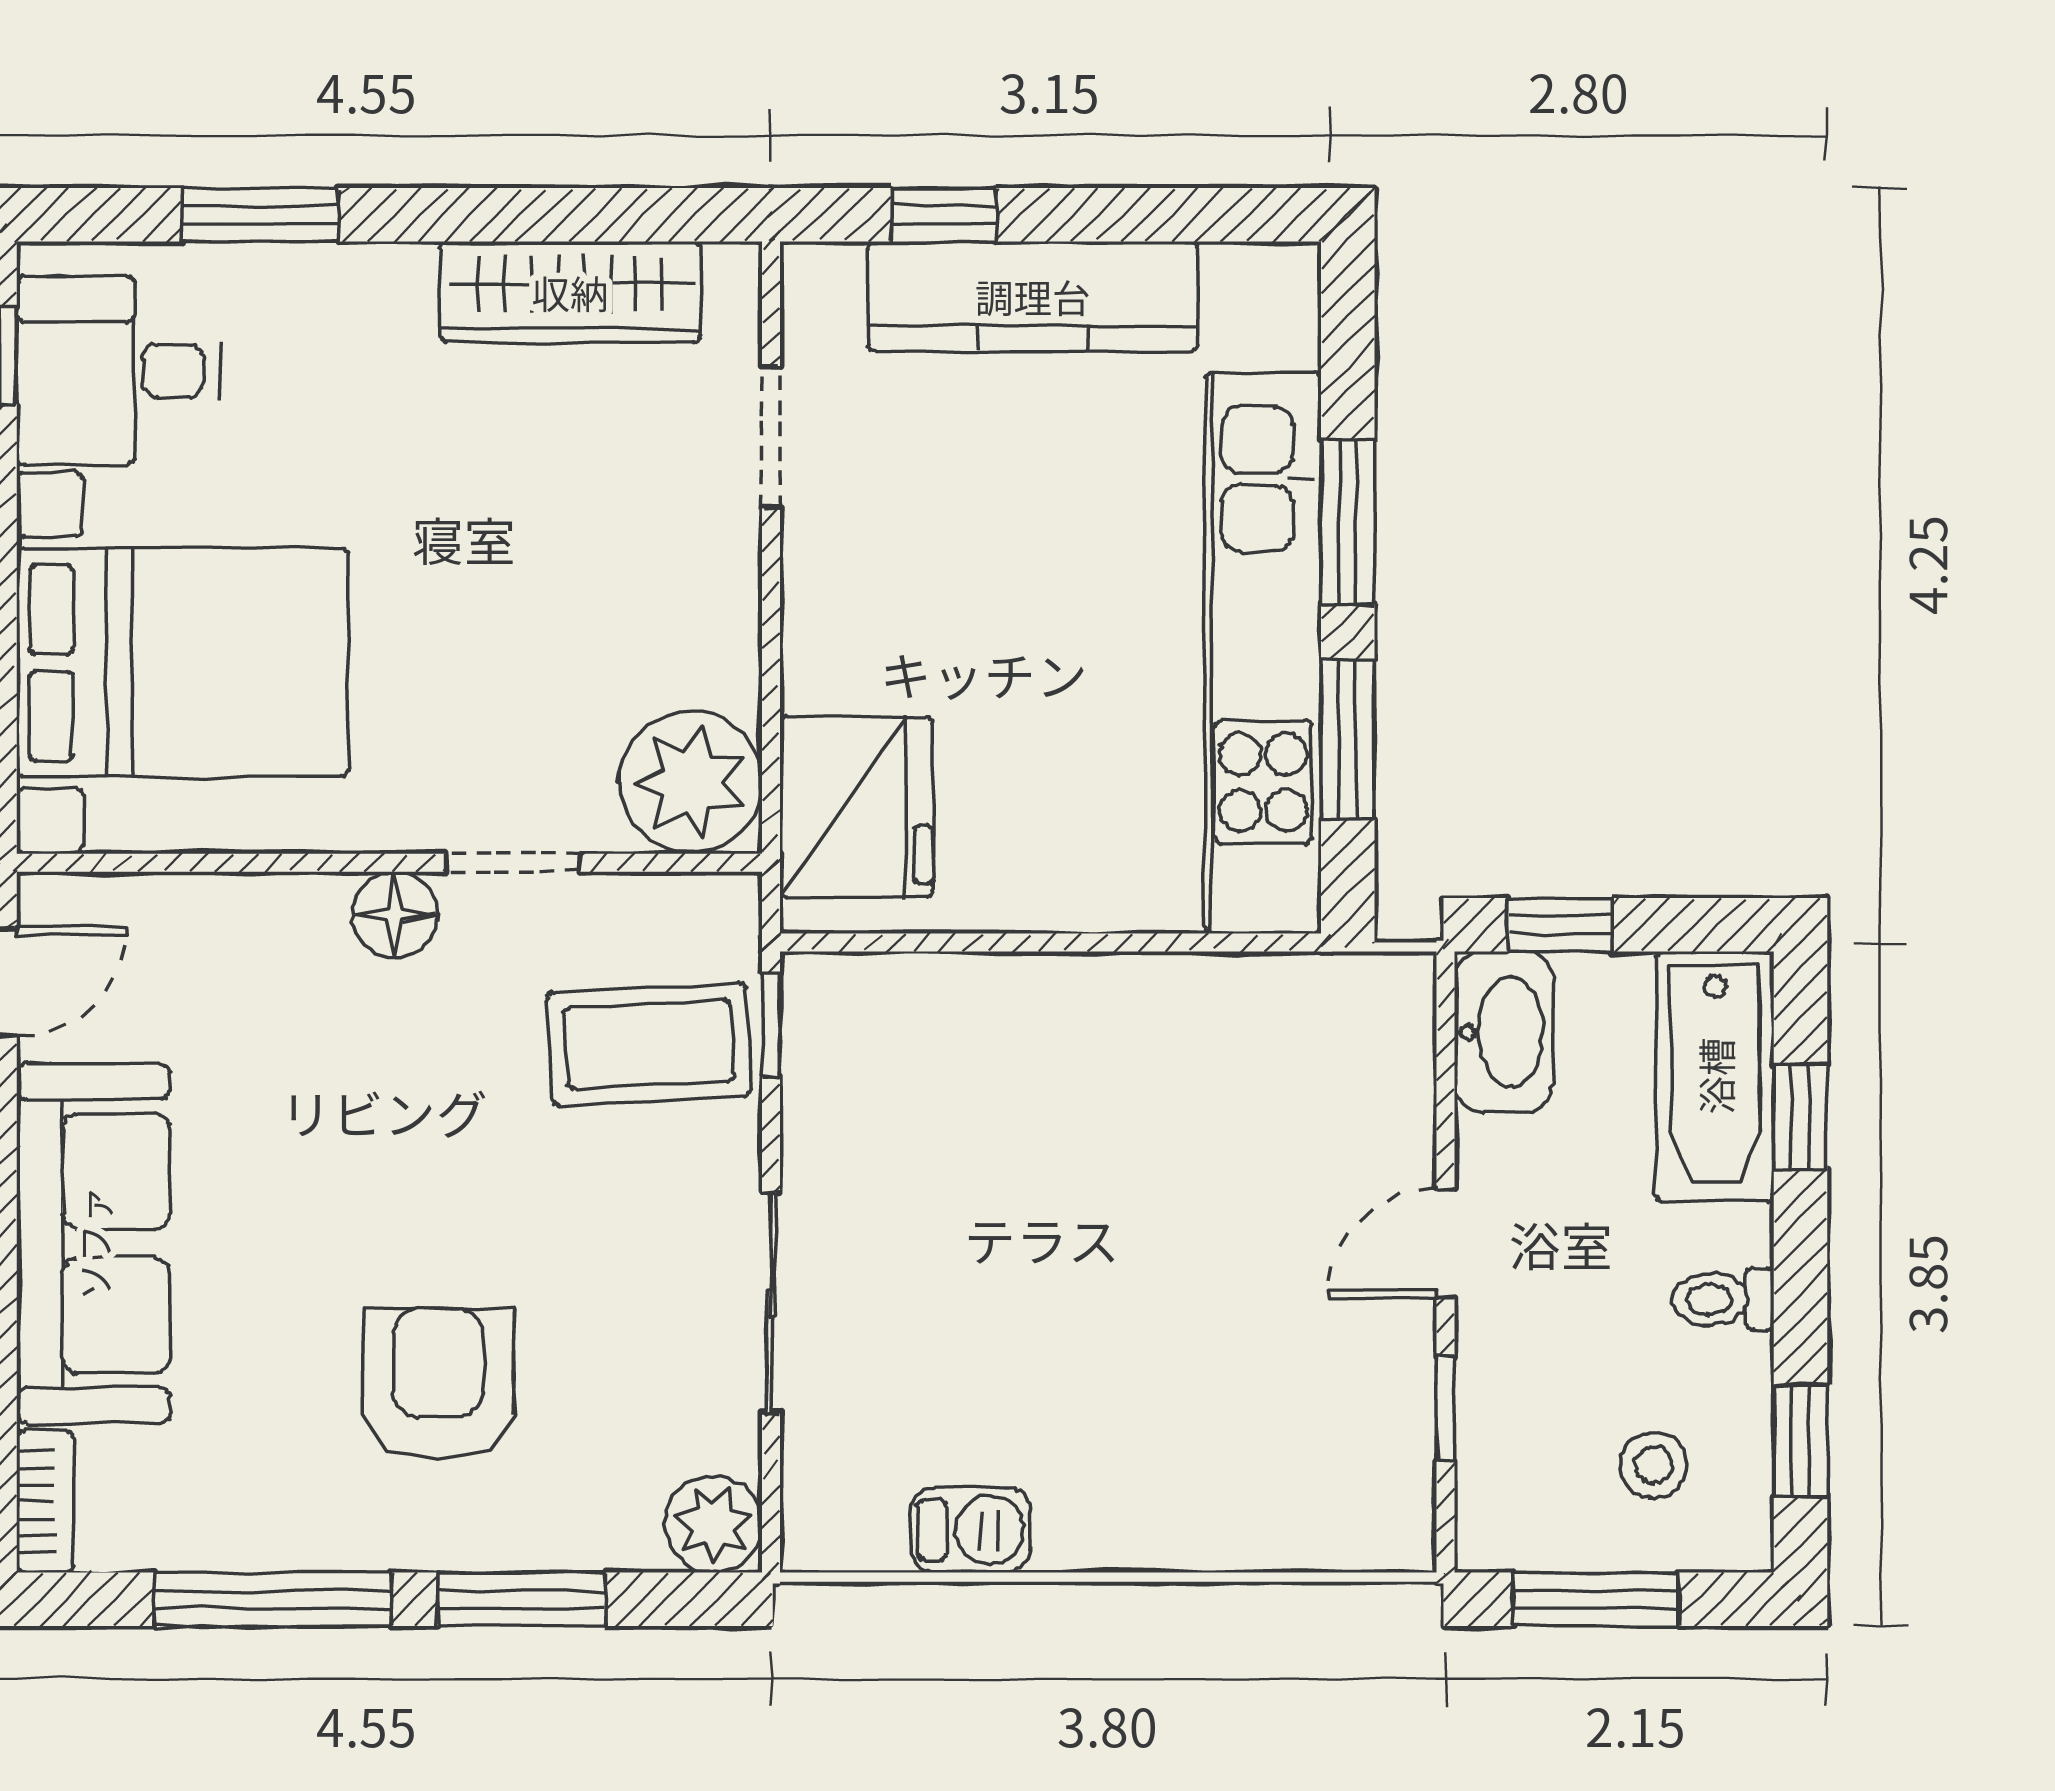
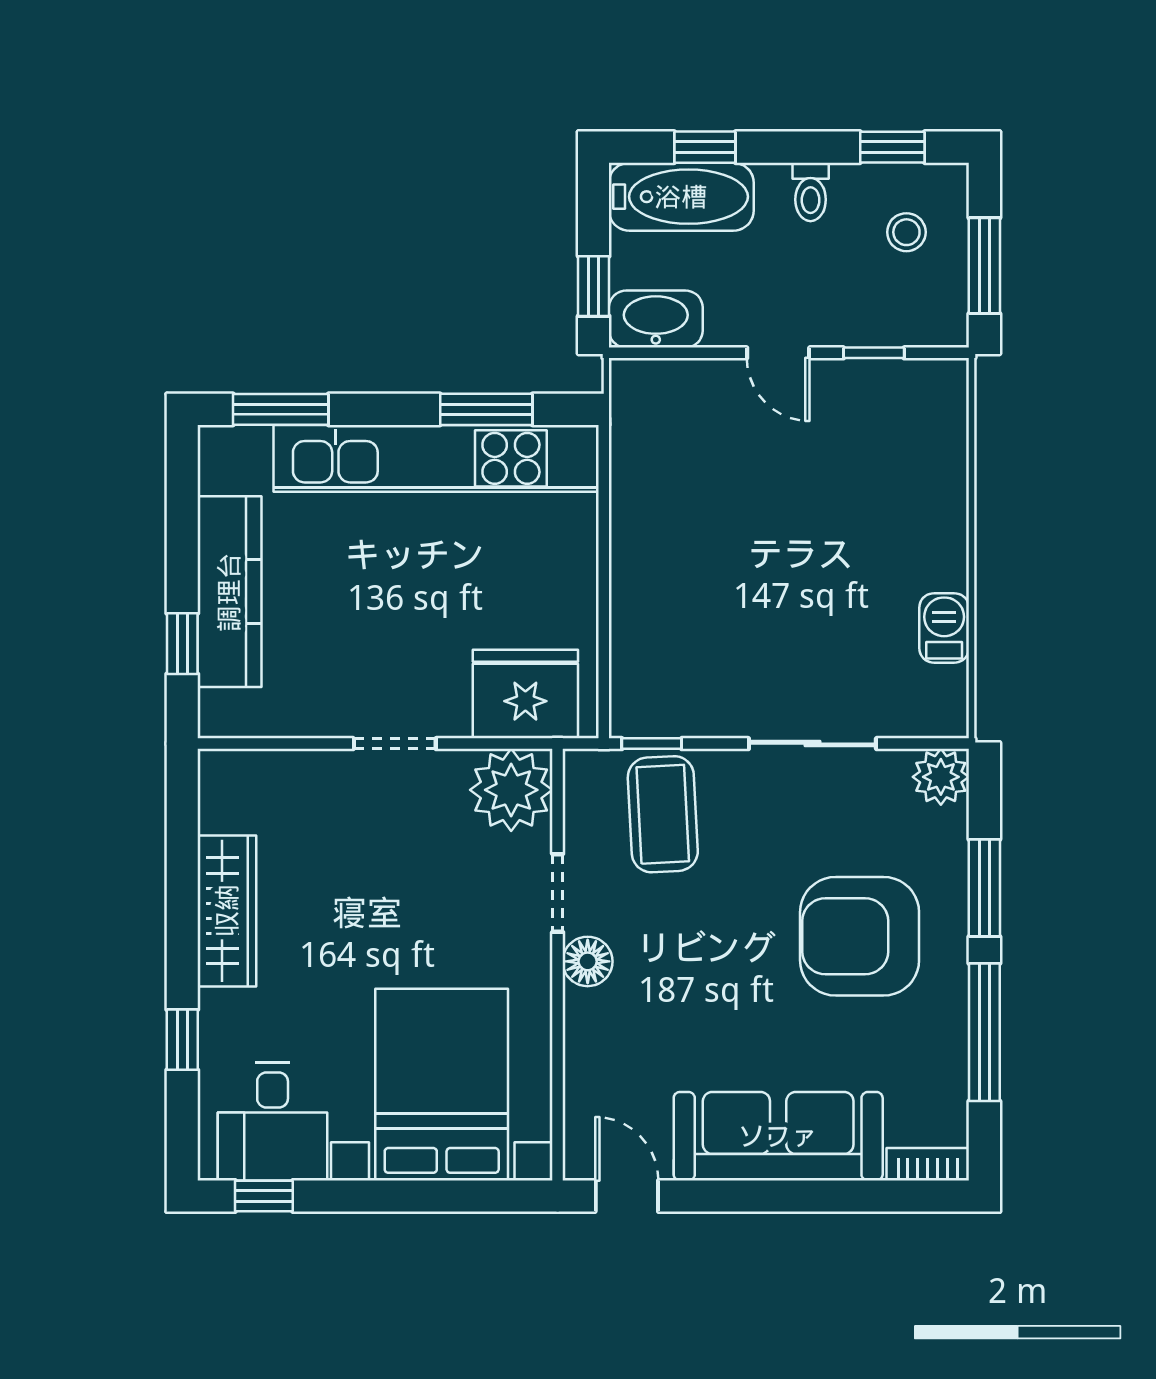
window: (260, 215) -> (182, 1040), width x0.67
wardrobe: (570, 292) -> (227, 911), moved
doorway: (771, 437) -> (395, 744), moved
window: (1348, 522) -> (281, 409), moved
armchair: (438, 1384) -> (860, 936), width x1.36, depth x1.36

